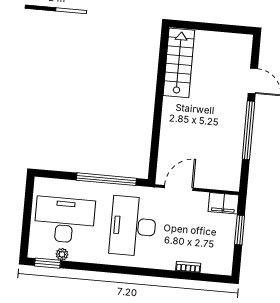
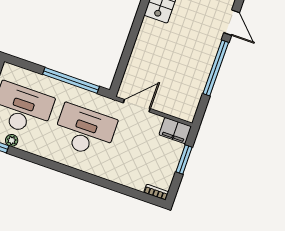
desk: (133, 226) -> (85, 131), turned 90
bookcase: (188, 267) -> (156, 192), moved

